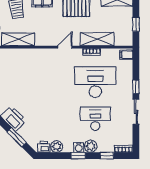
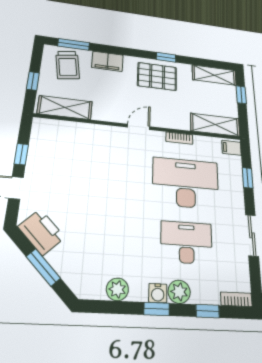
window: (136, 24) -> (241, 95), moved
shelving: (97, 39) -> (215, 125), moved
window: (136, 87) -> (248, 178), moved
printer: (44, 147) -> (93, 289), removed

